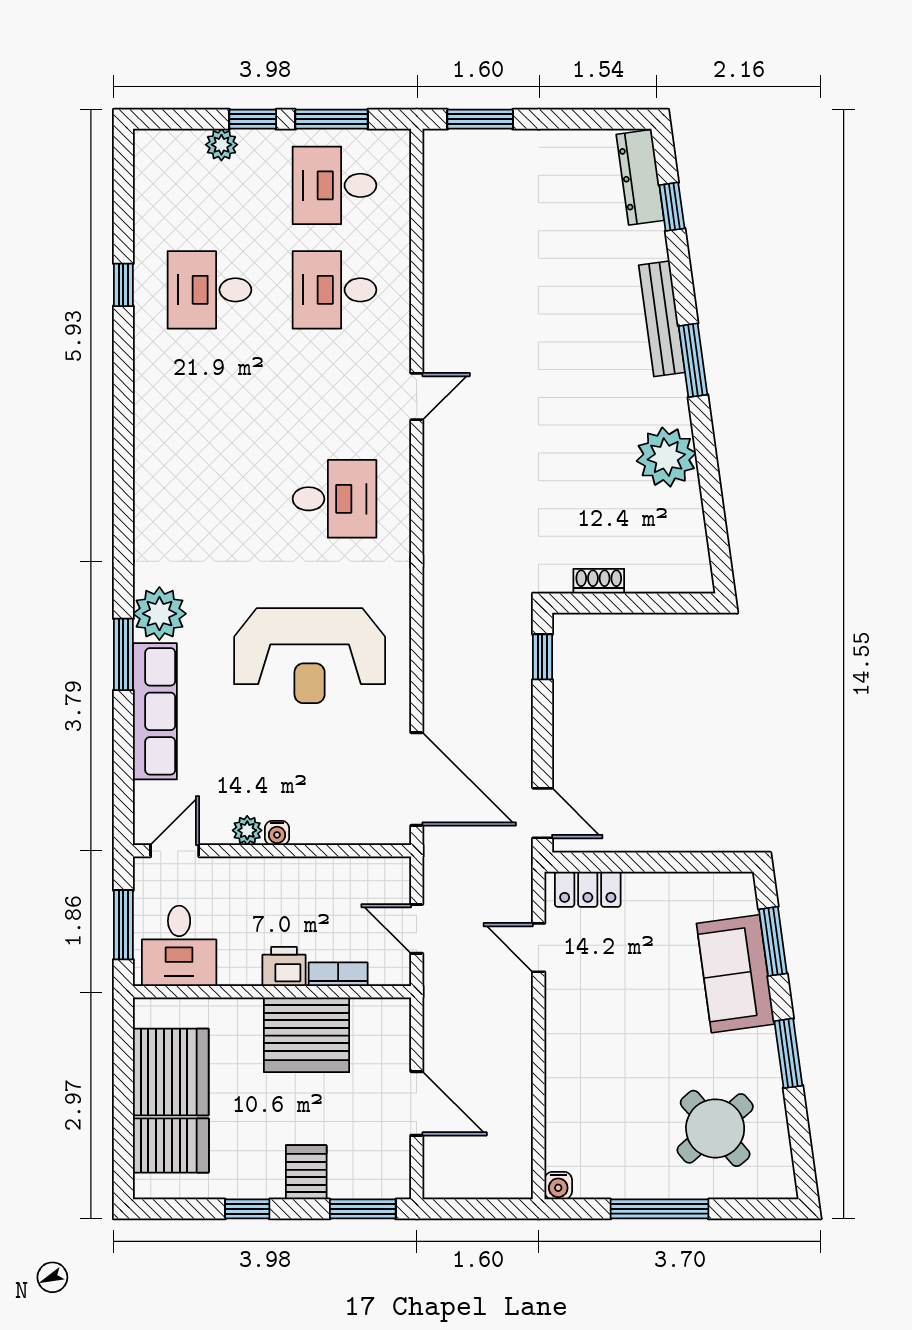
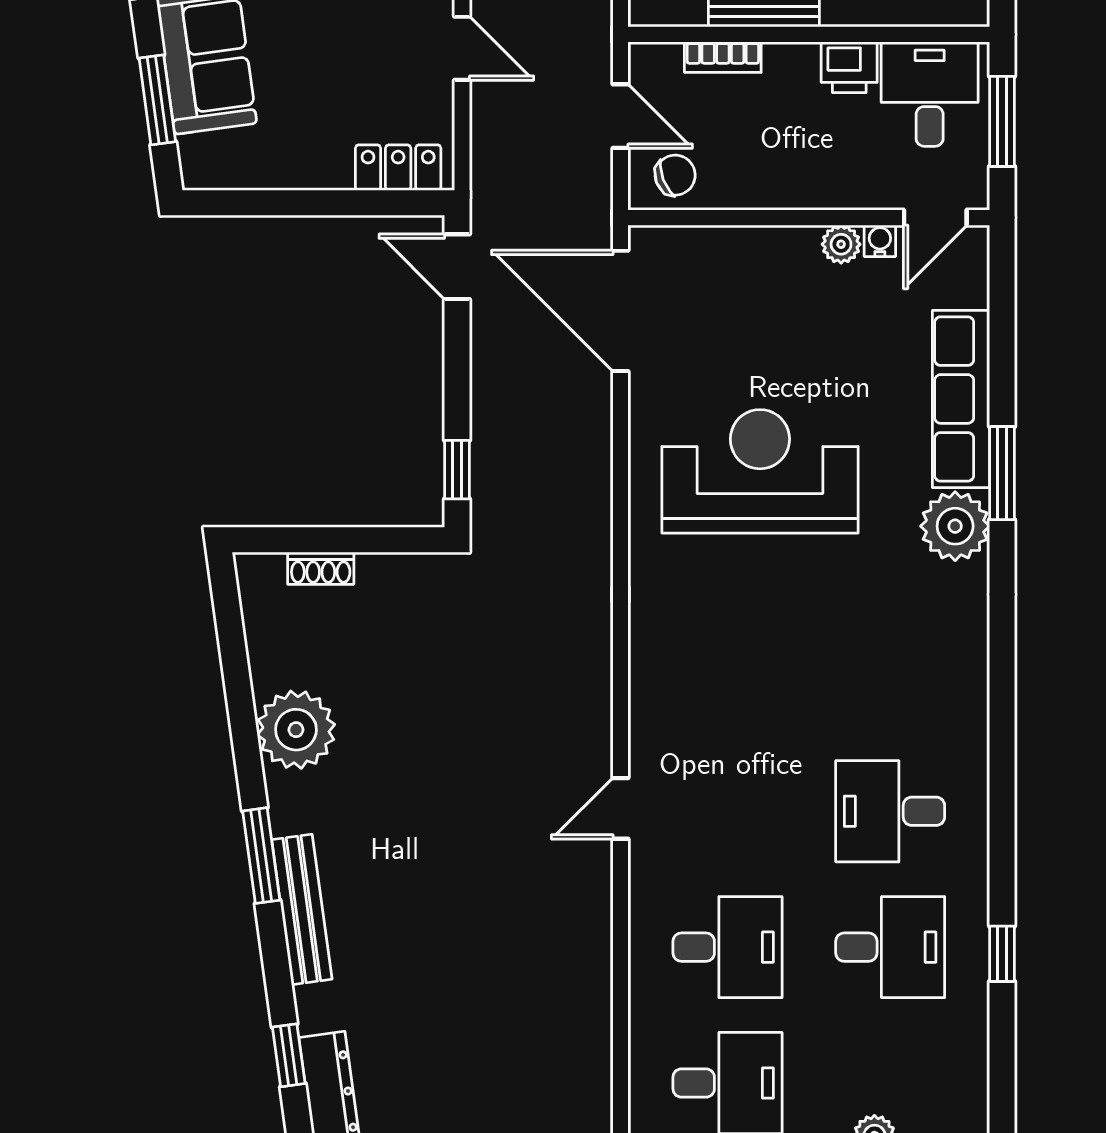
desk: (334, 499) -> (890, 811), moved
shoe rack: (599, 581) -> (321, 568), moved
water cooler: (277, 833) -> (880, 241), moved
chair: (375, 883) -> (675, 175), added
door: (539, 948) -> (462, 48), moved
printer: (284, 966) -> (849, 67), moved

